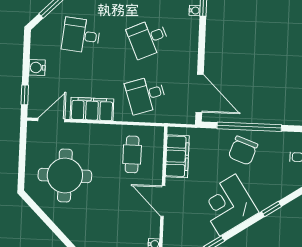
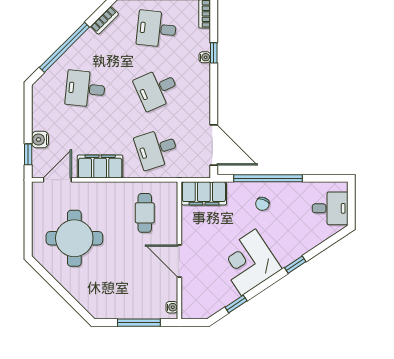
water cooler: (37, 67) -> (40, 139), moved
chair: (243, 151) -> (262, 204), width x0.54, depth x0.54
filing cabinet: (177, 156) -> (204, 193), moved, turned 90

